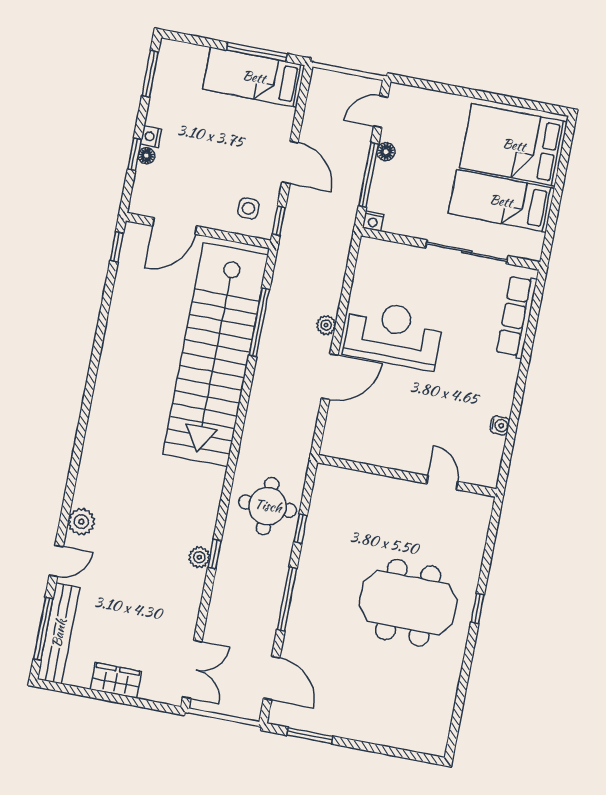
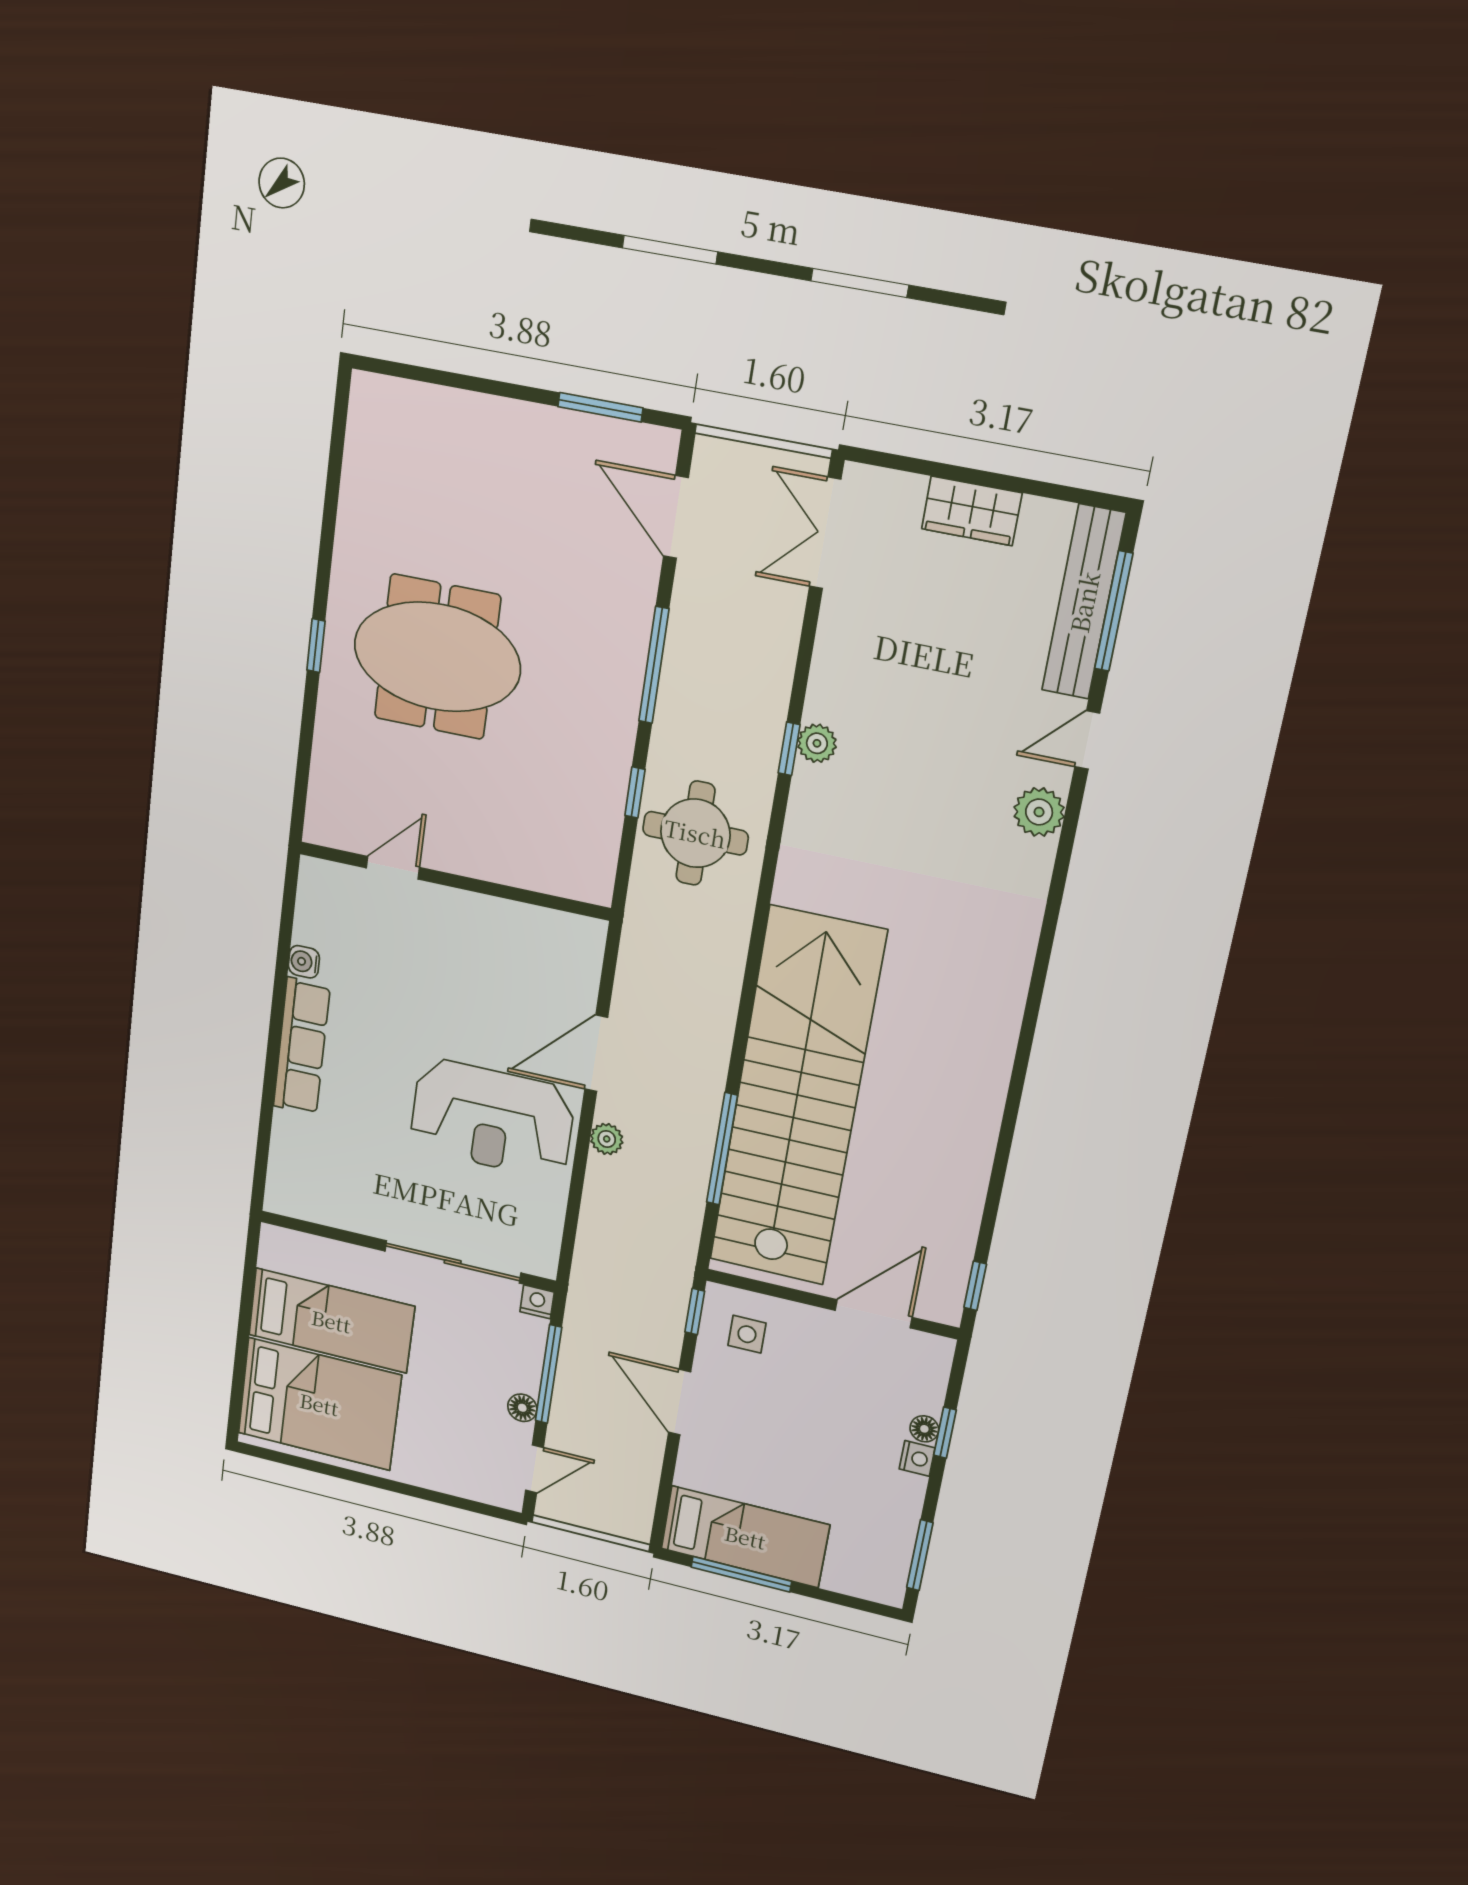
sliding door: (467, 252) -> (453, 1262), moved
row of seats: (517, 316) -> (302, 1046), moved
door: (442, 483) -> (393, 868), swing flipped

